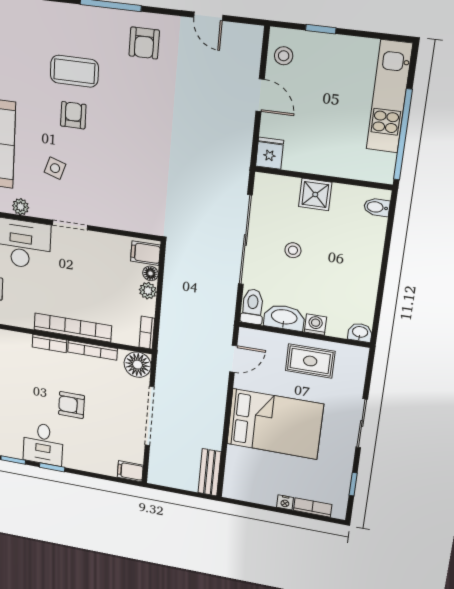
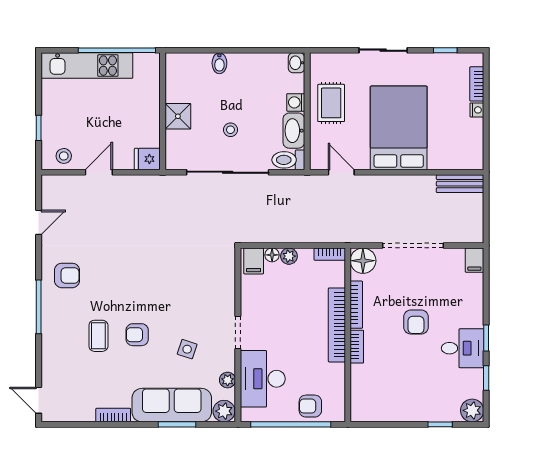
coffee table: (74, 71) -> (98, 336), width x0.73, depth x0.77
bidet: (377, 207) -> (219, 63), moved

